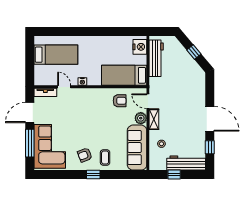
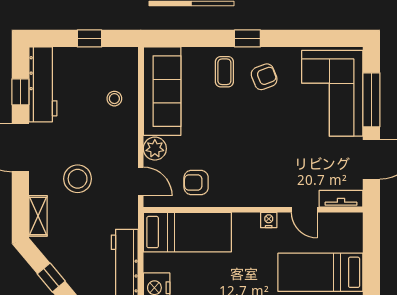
stool: (180, 103) -> (78, 179), added
shelving: (154, 119) -> (38, 216), moved
workbench: (186, 163) -> (43, 84), moved, turned -90

